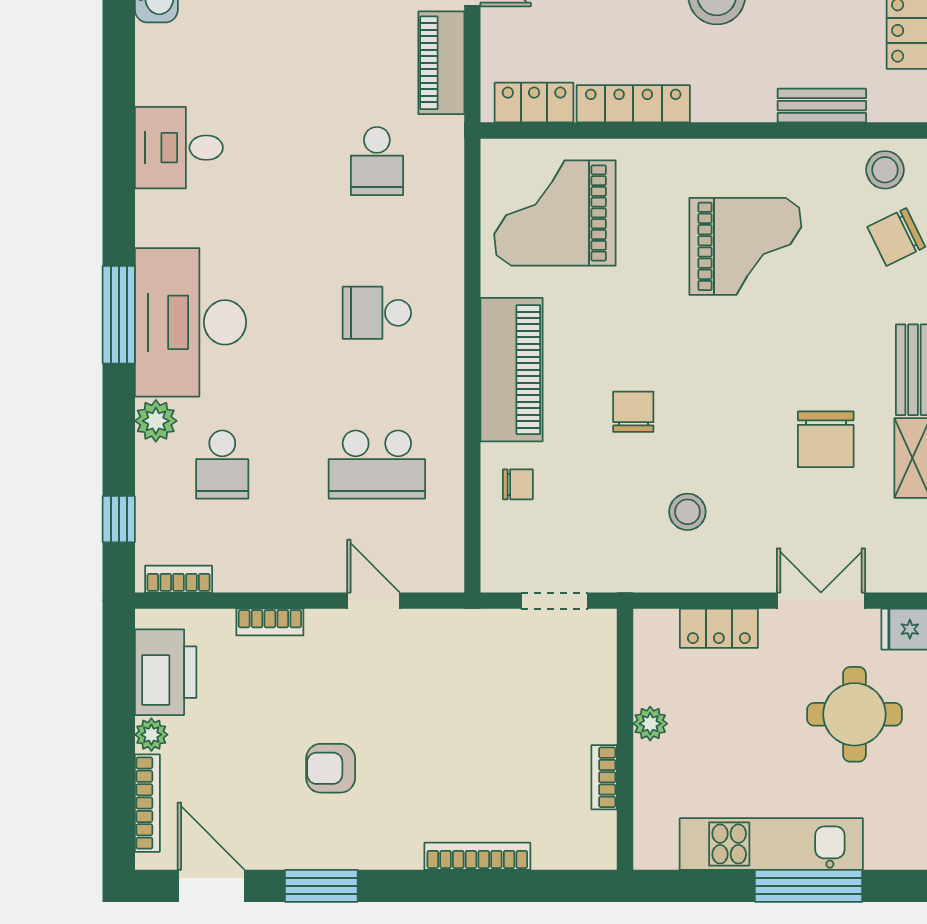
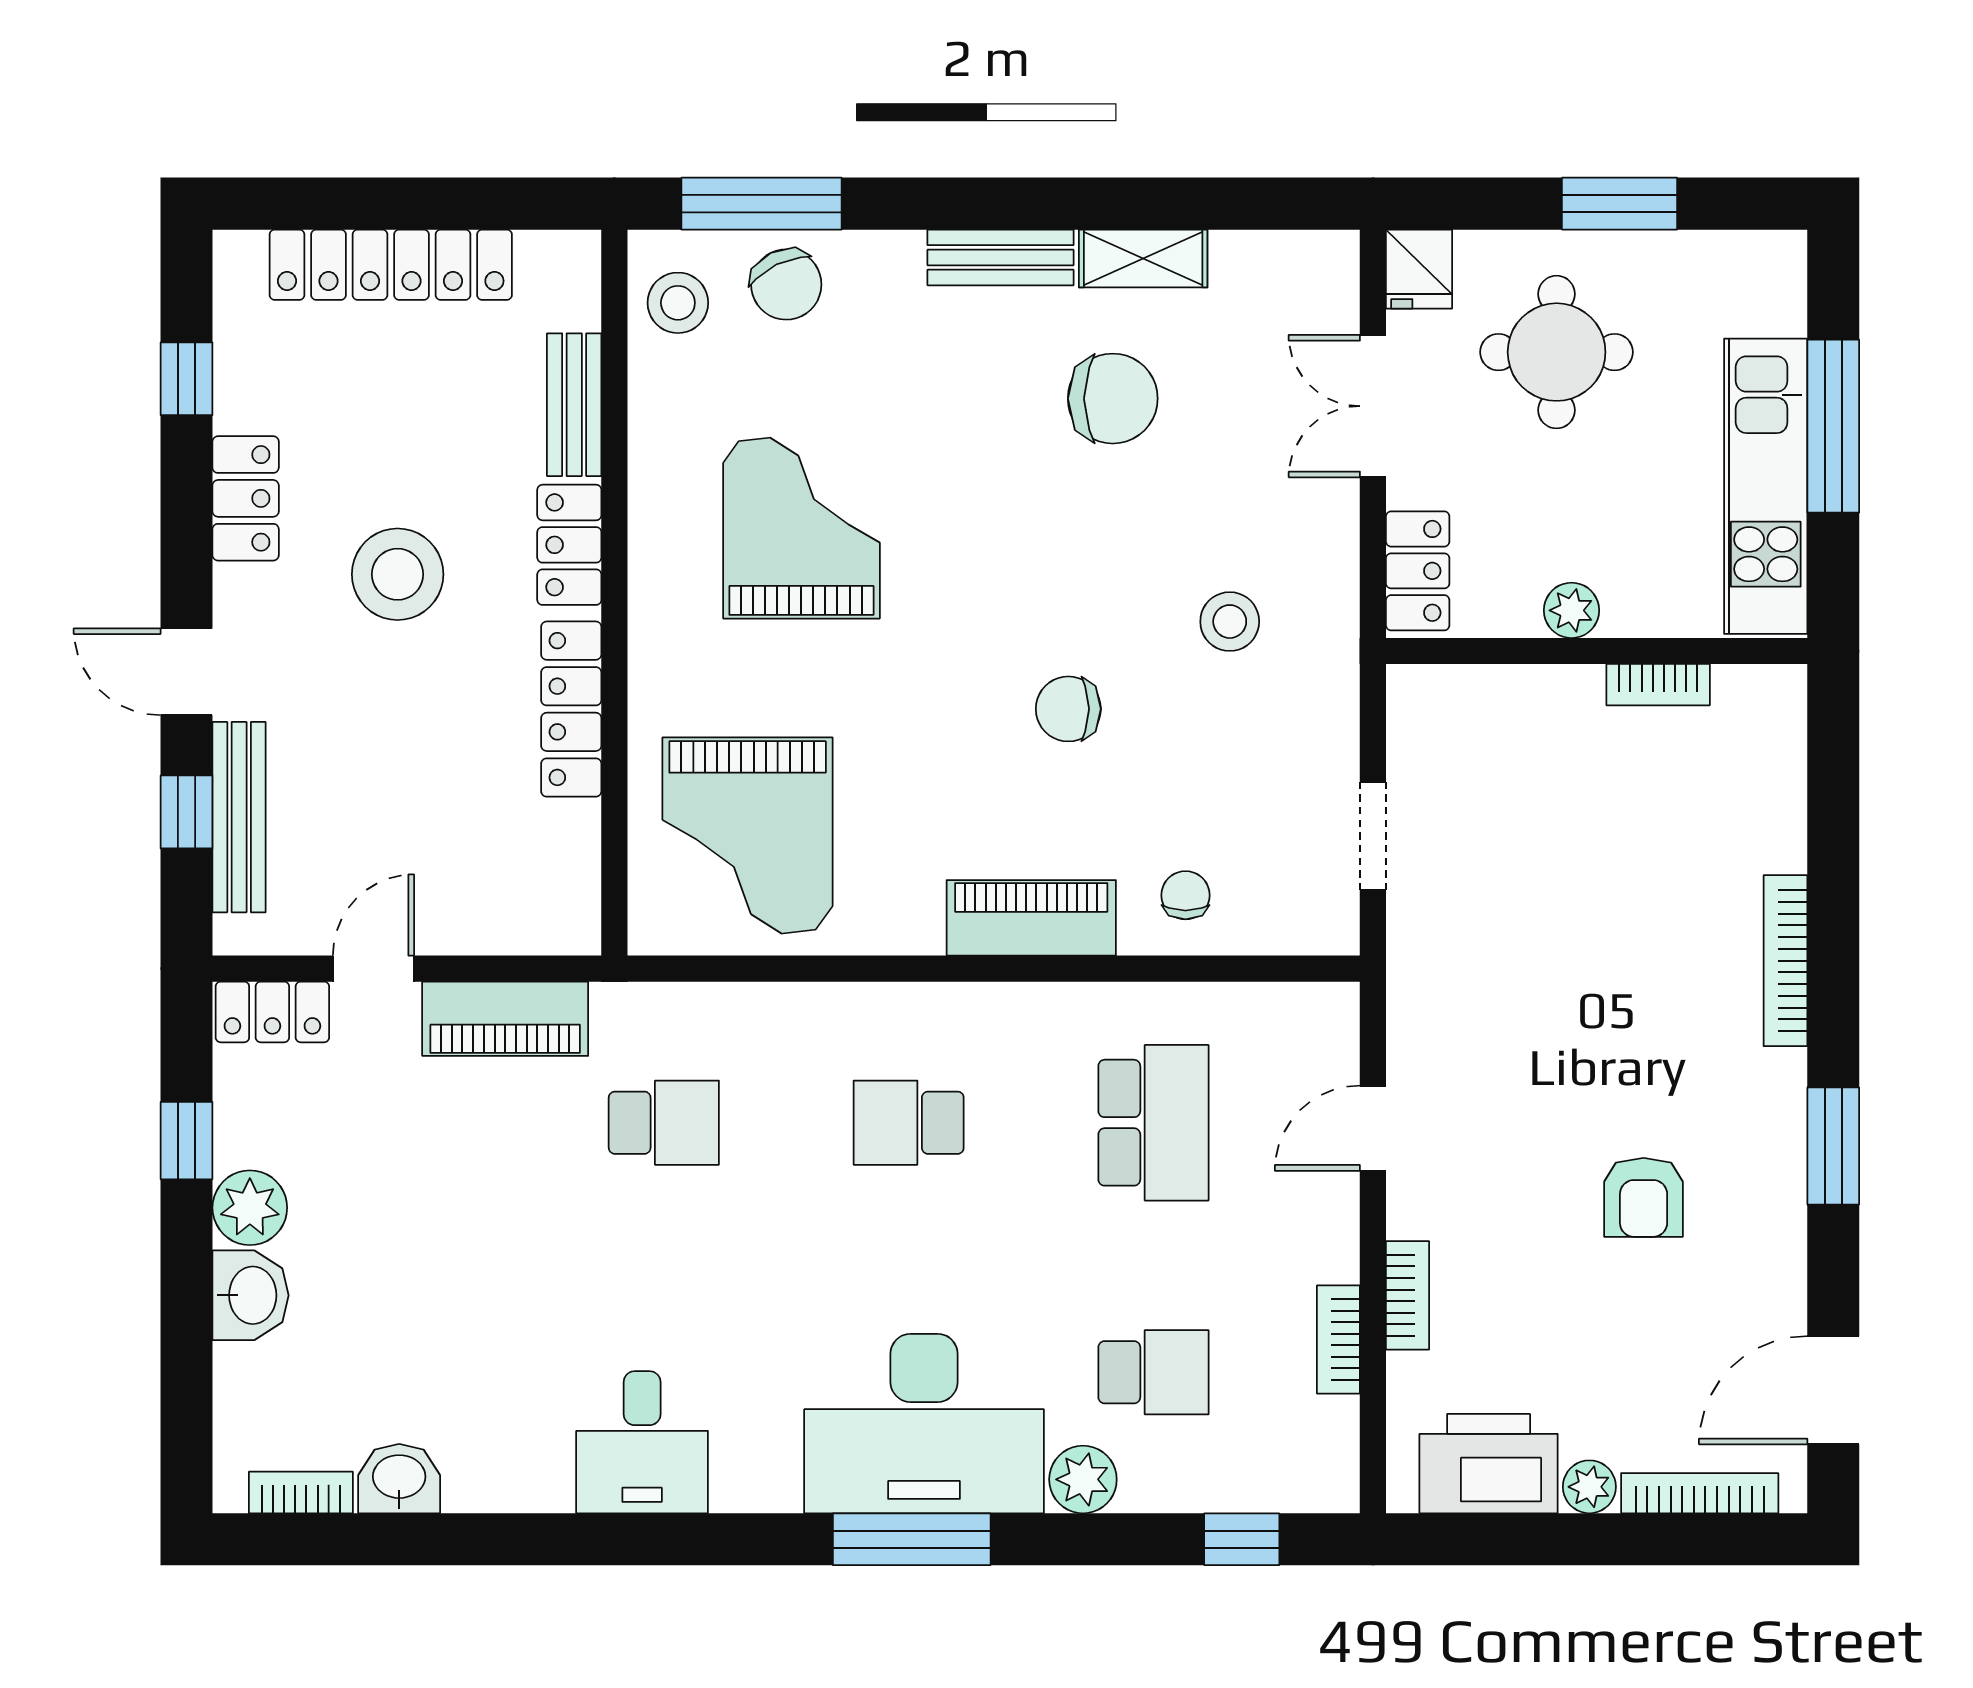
locker: (534, 103) -> (569, 545), moved
school desk: (377, 313) -> (909, 1123), turned 90
piano: (512, 370) -> (1031, 918), width x0.73, depth x0.75
bookcase: (179, 579) -> (1338, 1340), moved
plant: (650, 724) -> (1571, 610), moved
wall: (625, 739) -> (1597, 651), moved
bookcase: (604, 777) -> (1658, 685), moved
window: (321, 886) -> (1833, 1146), moved

